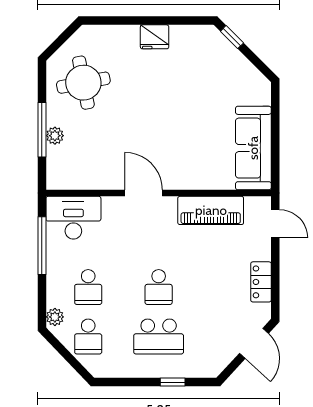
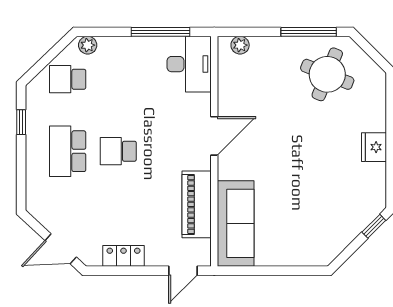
round table: (83, 83) -> (327, 74), turned 33
window: (42, 130) -> (309, 32), moved
plant: (55, 136) -> (240, 45), moved
sofa: (253, 148) -> (236, 223), moved, turned 90
school desk: (88, 287) -> (118, 79), removed
window: (173, 382) -> (21, 122), moved

